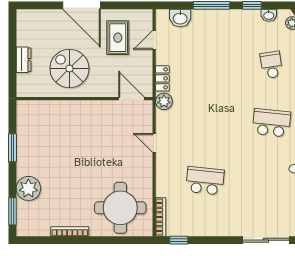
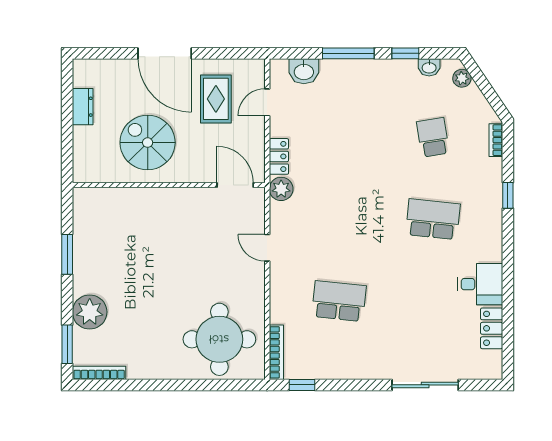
dresser: (24, 60) -> (83, 107), moved
bookcase: (70, 232) -> (99, 373), moved

